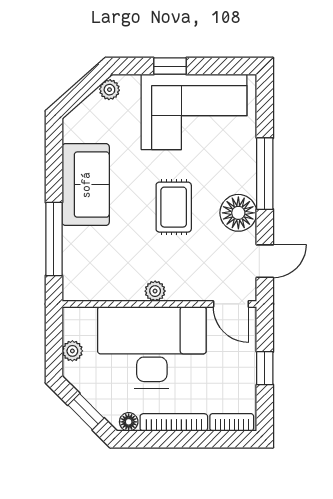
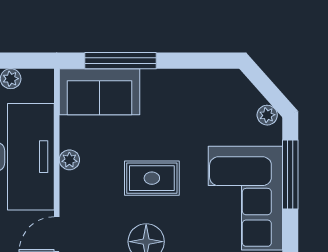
window: (170, 66) -> (290, 175), width x2.17
sofa: (86, 185) -> (99, 92), moved

